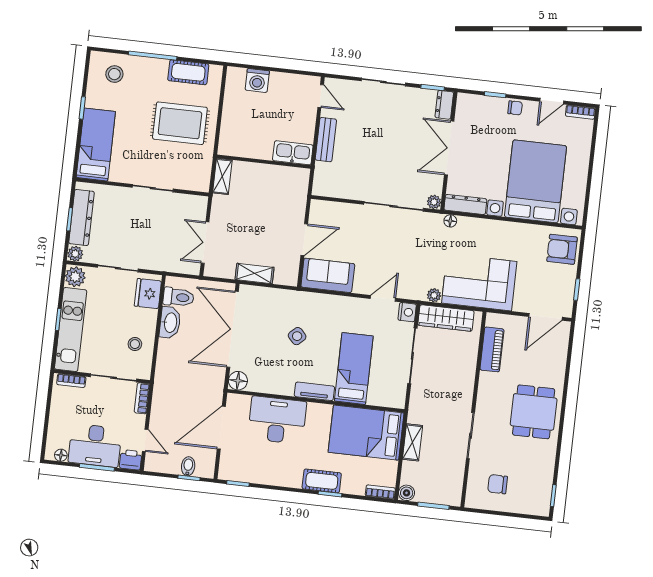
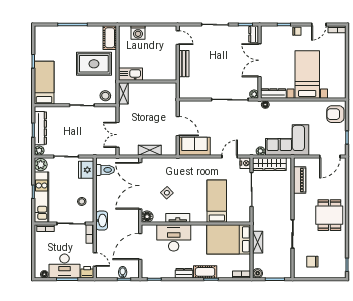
cot: (188, 72) -> (110, 38), moved, turned 90
stool: (114, 74) -> (105, 96), moved
kitchen sink: (293, 153) -> (130, 74), moved
bed with nightstands: (535, 181) -> (307, 75), width x0.73
door: (304, 240) -> (178, 126), hinge flipped
washbasin: (170, 323) -> (102, 221), moved
side table: (297, 336) -> (167, 193), moved
tv unit: (314, 391) -> (178, 218), moved
dresser: (287, 479) -> (184, 273), added

